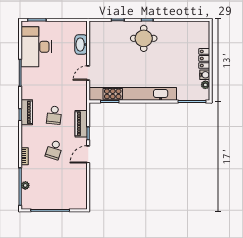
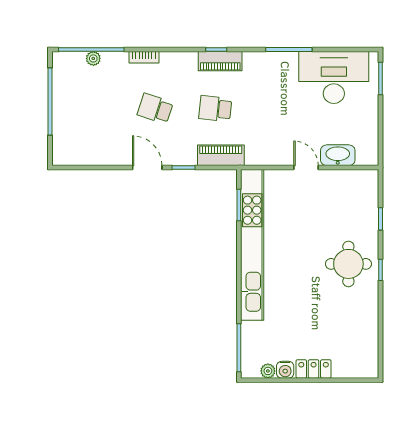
door: (88, 73) -> (306, 168), moved
piano: (81, 124) -> (221, 155), moved

